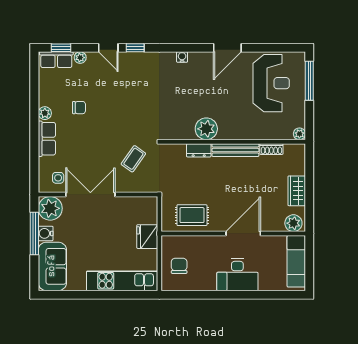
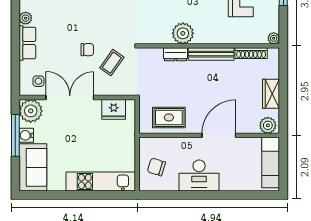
chair: (79, 108) -> (87, 50), moved
shoe rack: (271, 149) -> (251, 53), width x1.43
fridge: (147, 237) -> (114, 109), moved, turned -90
chair: (179, 266) -> (156, 167), turned -73
desk: (237, 275) -> (199, 176), moved

